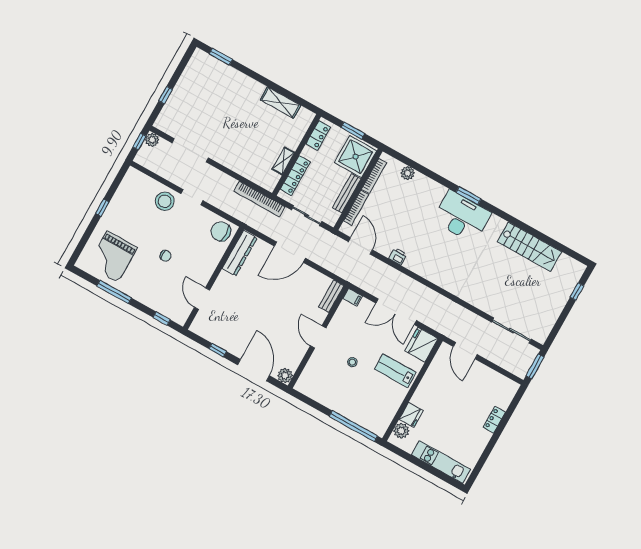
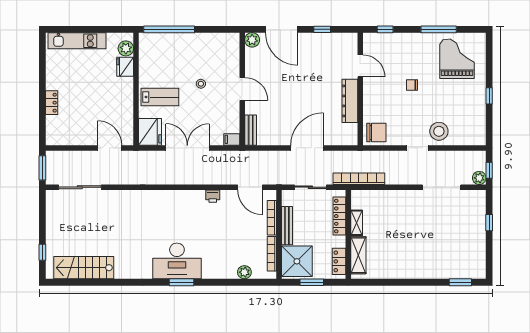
shelving: (280, 103) -> (358, 255), moved, turned 90
stairs: (529, 247) -> (84, 268), moved
dresser: (240, 253) -> (350, 101), moved

